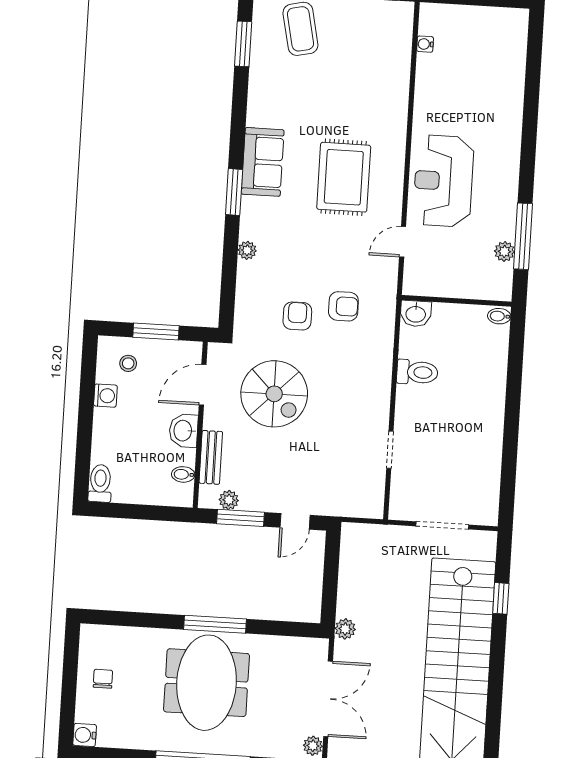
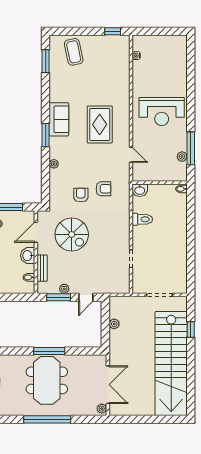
reception desk: (443, 181) -> (162, 112), moved, turned -90
door: (403, 242) -> (131, 155), swing flipped
plant: (229, 500) -> (64, 289), moved
plant: (345, 629) -> (114, 324), moved

